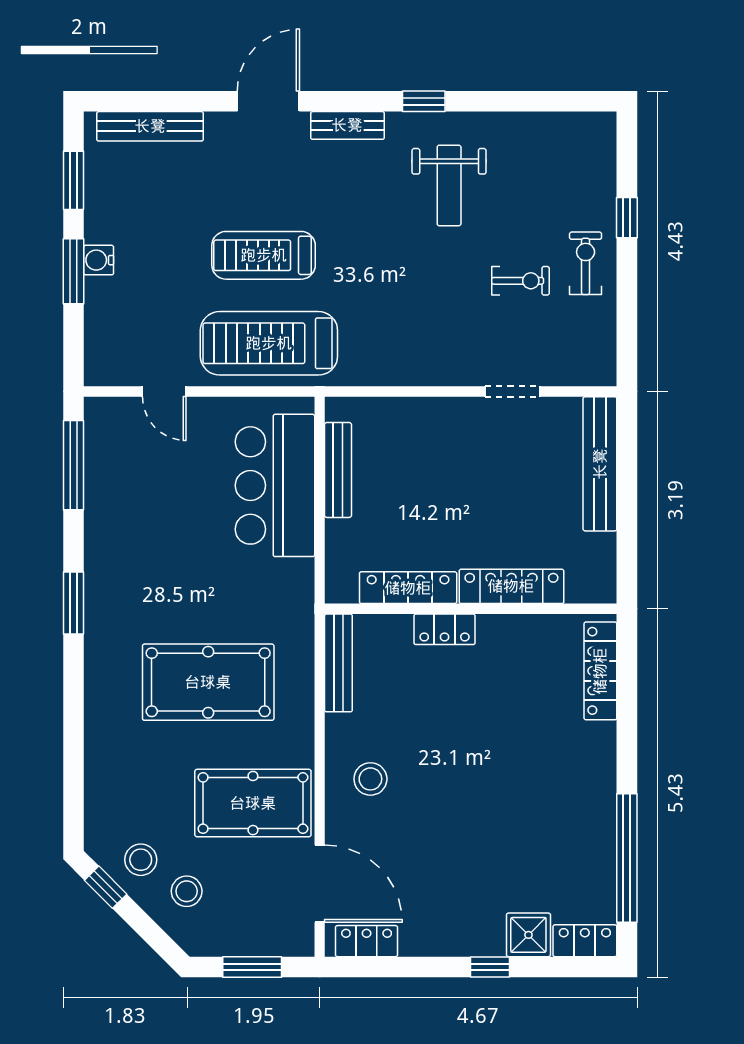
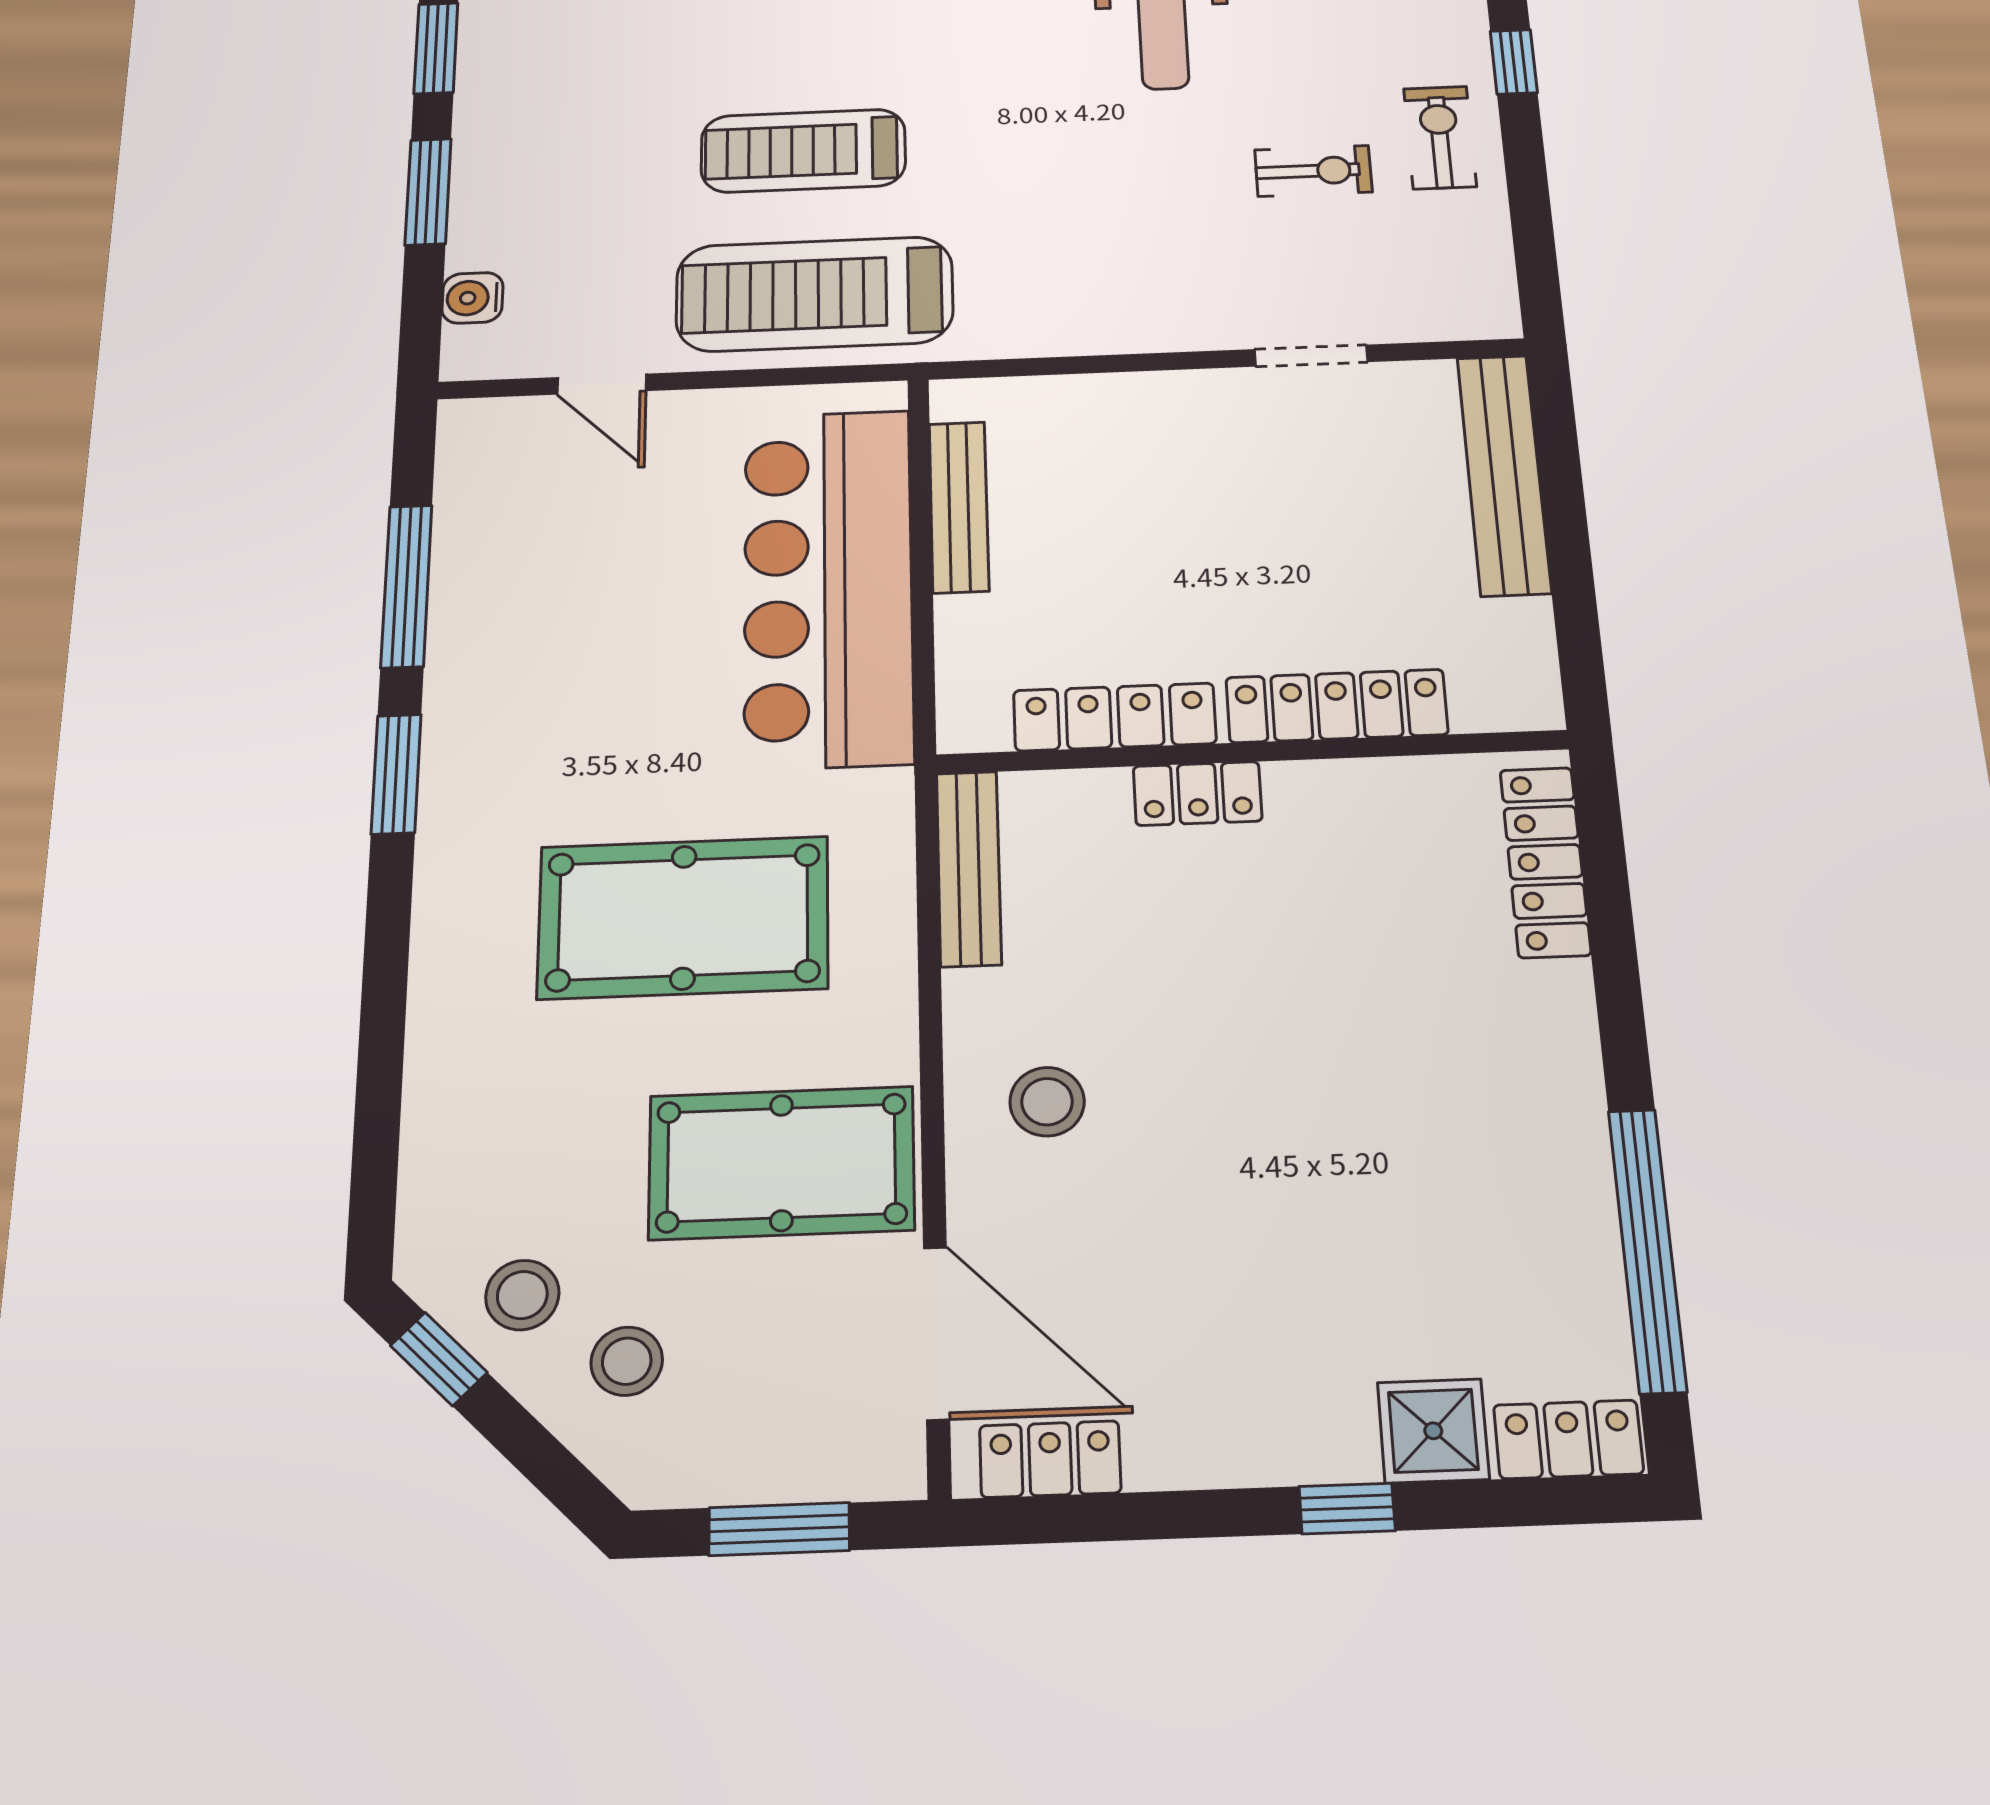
water cooler: (99, 260) -> (472, 298), moved
window: (73, 465) -> (406, 586), moved
bar counter: (275, 485) -> (828, 587), width x1.36

